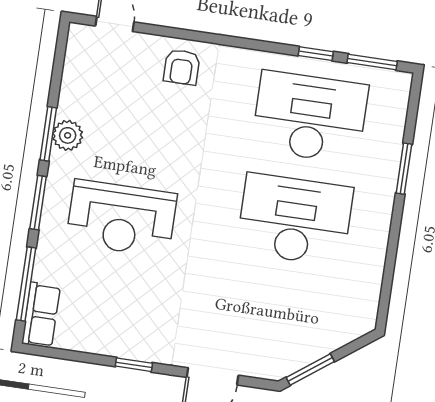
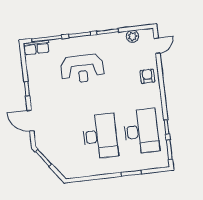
armchair: (182, 67) -> (147, 76), turned 90
plant: (68, 135) -> (132, 36), moved
reception desk: (121, 218) -> (82, 69), turned -90

